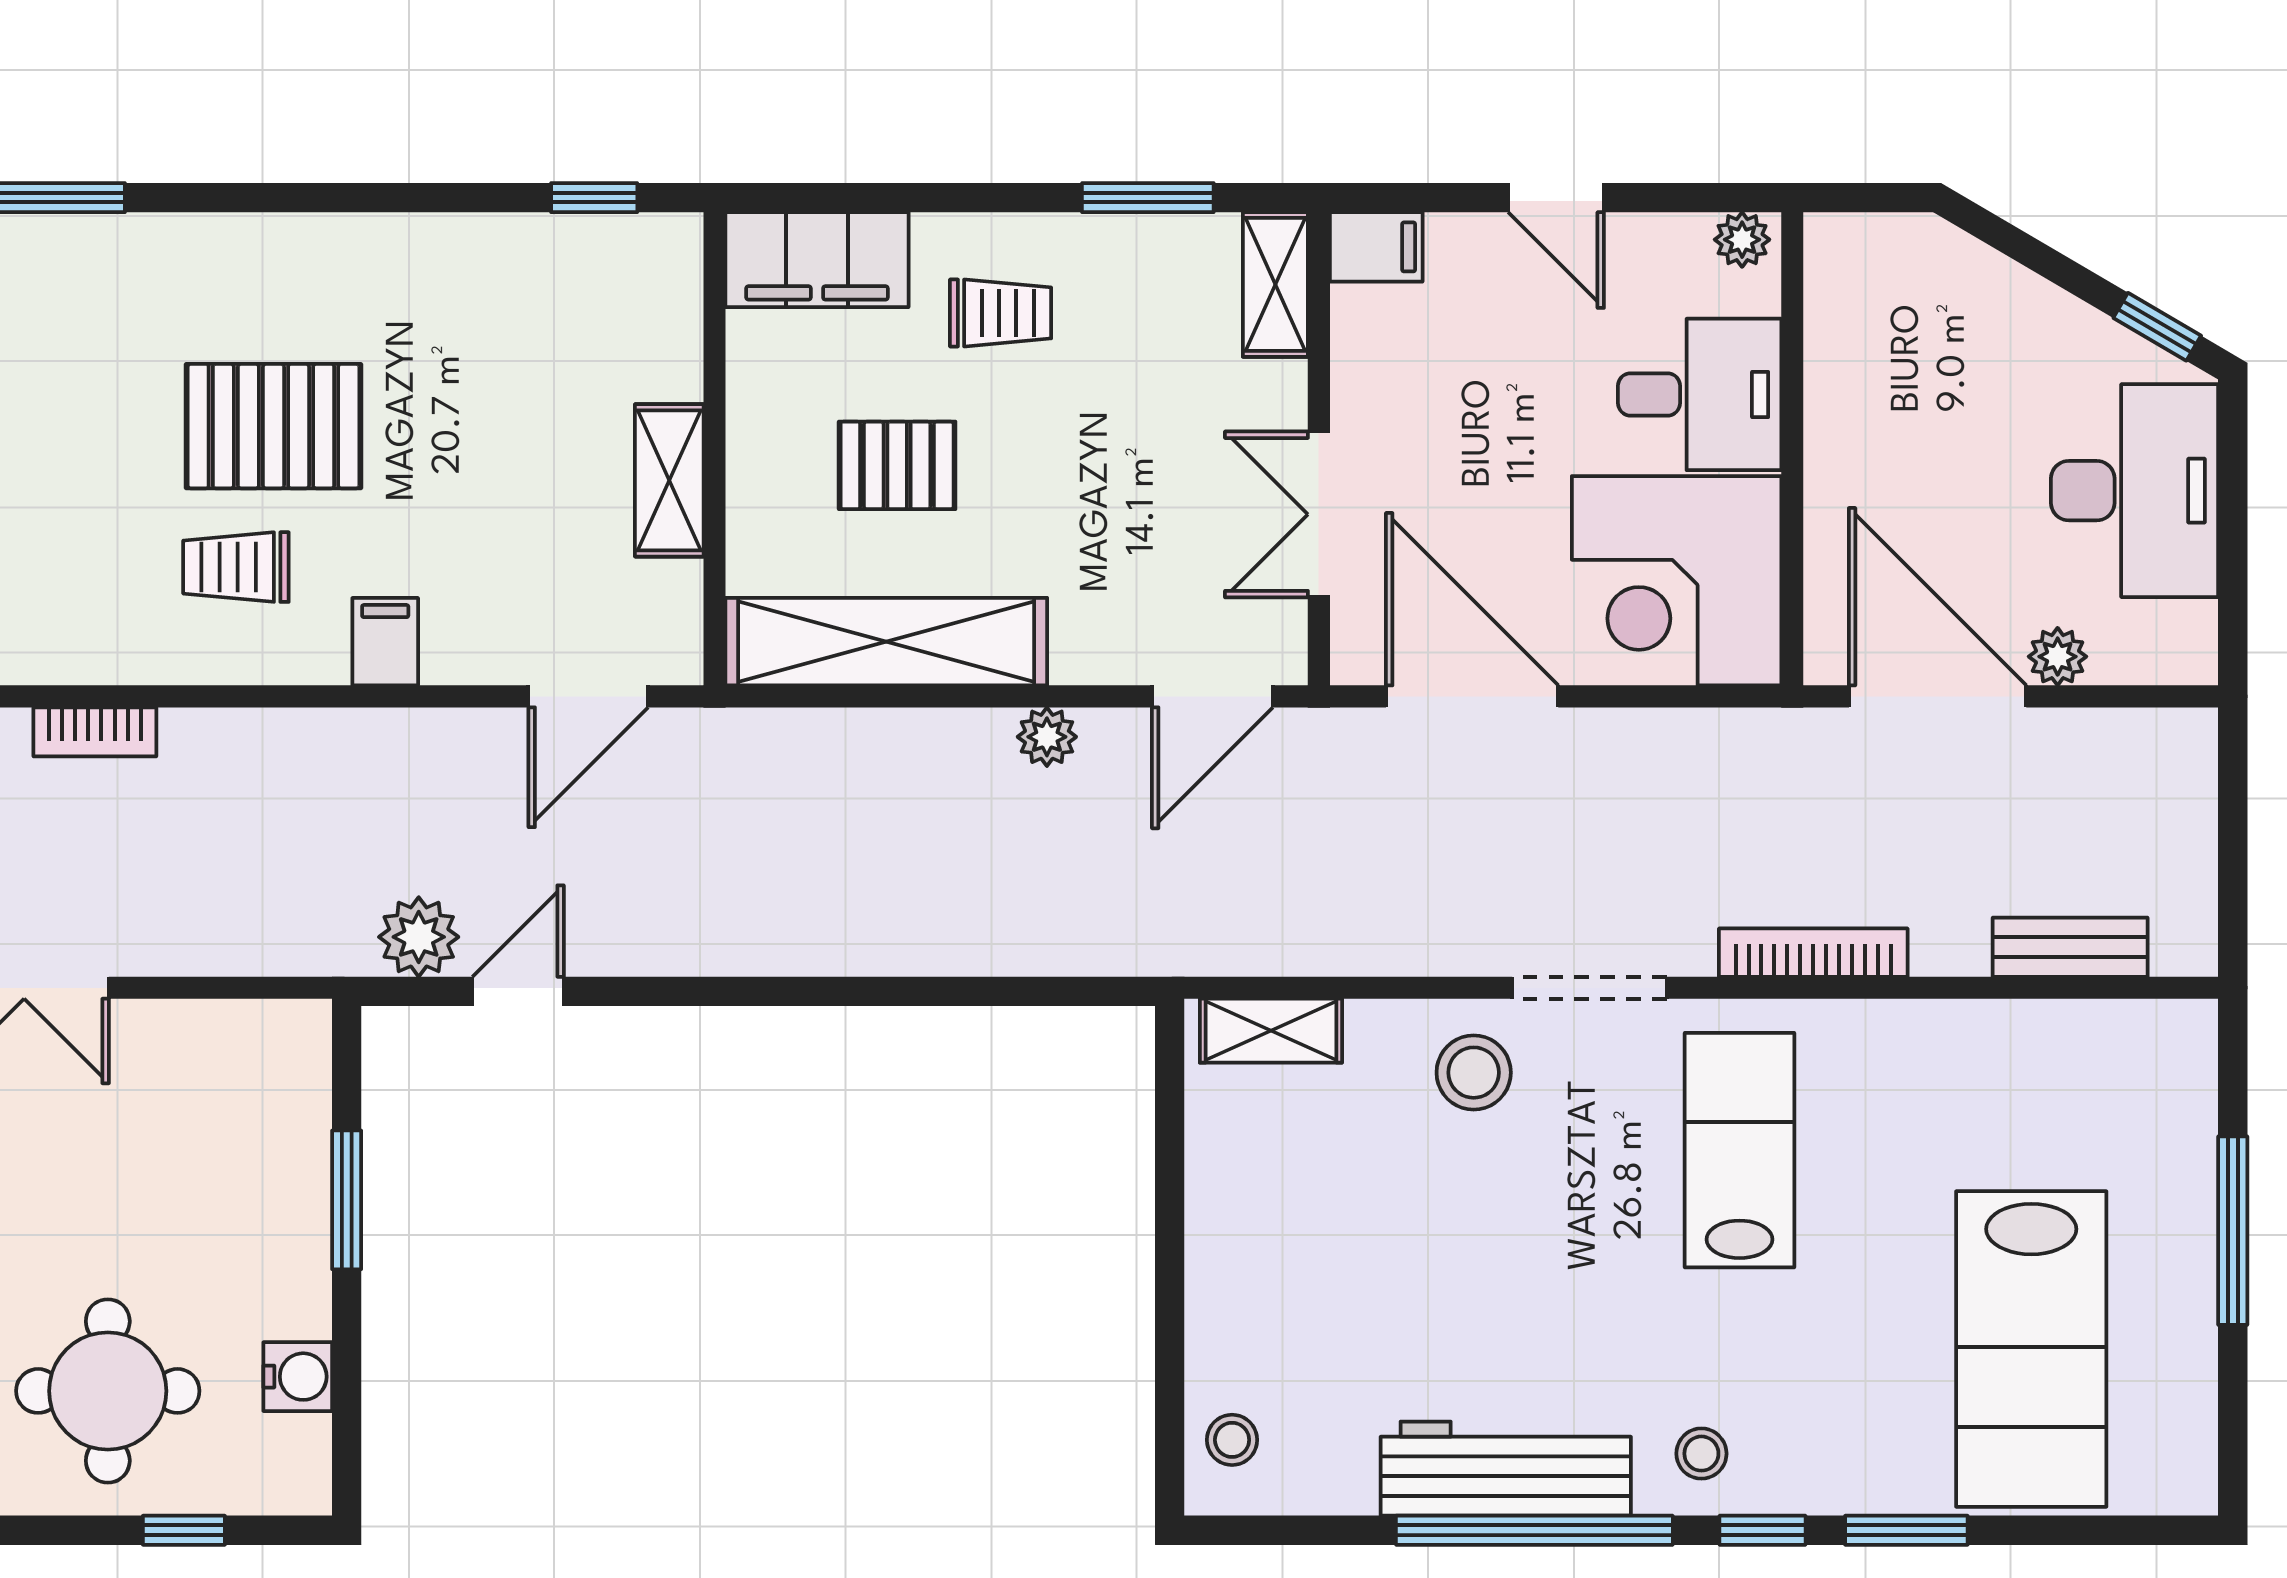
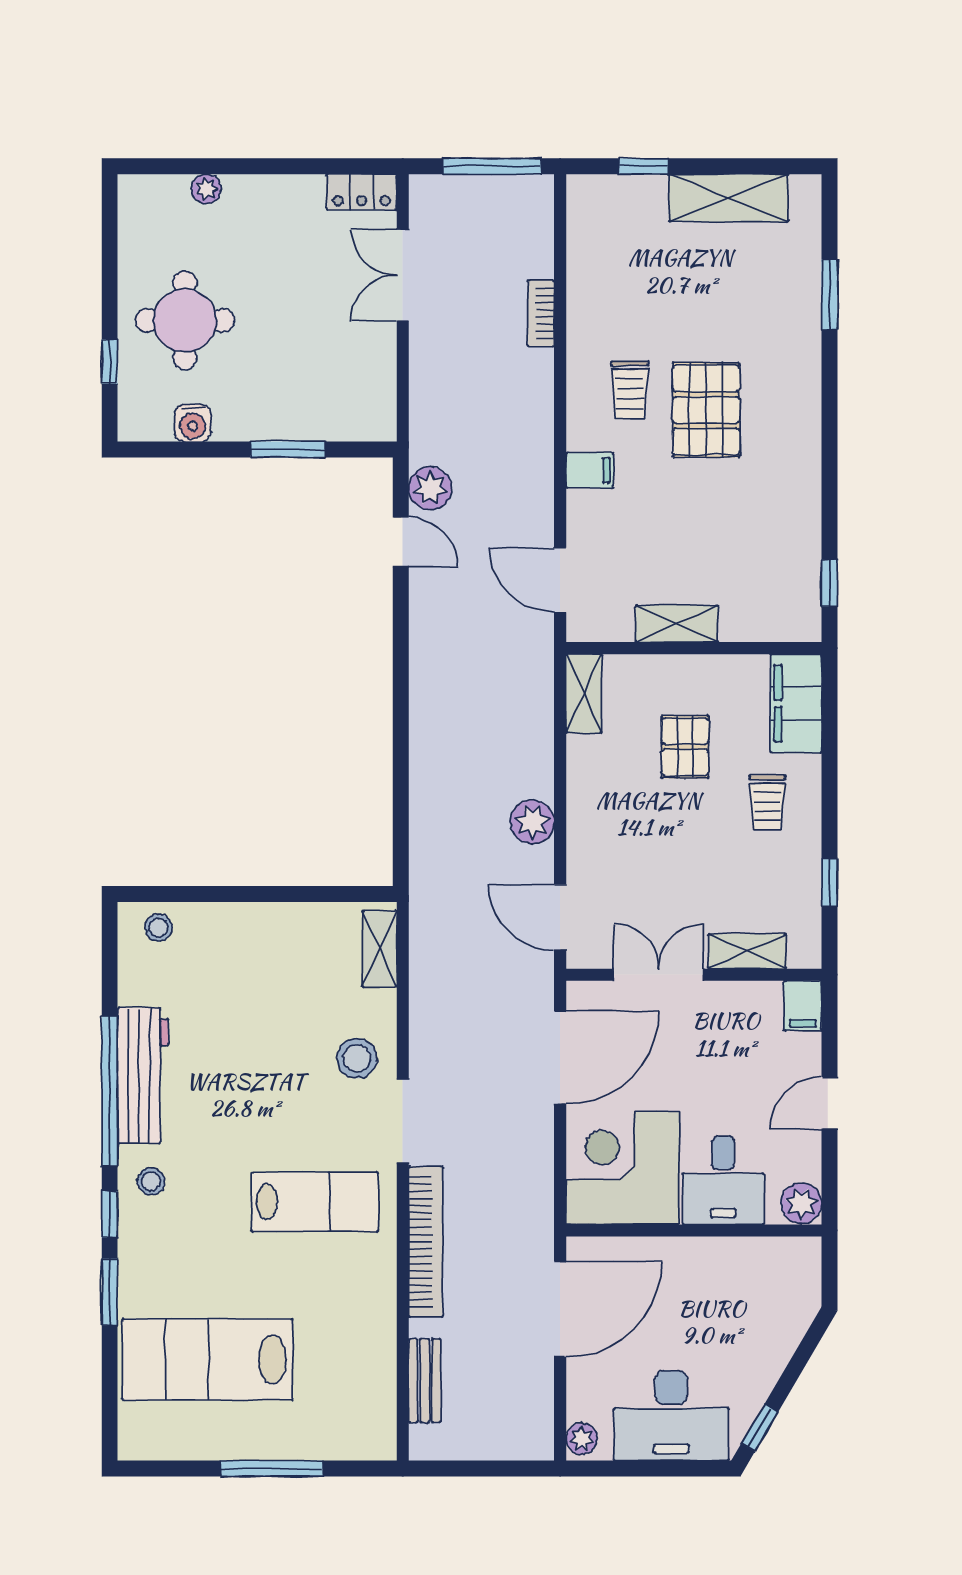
window: (1148, 198) -> (830, 882), width x0.67
plant: (1742, 240) -> (801, 1203), width x1.38, depth x1.38
shelving: (1275, 284) -> (747, 951), moved
trolley: (236, 567) -> (630, 390), turned 180
shelving: (886, 642) -> (584, 694), width x0.45, depth x0.75
plant: (2058, 657) -> (582, 1439), moved
plant: (1047, 737) -> (532, 822), width x1.38, depth x1.38
bookcase: (1813, 953) -> (426, 1242), width x1.48, depth x1.31

